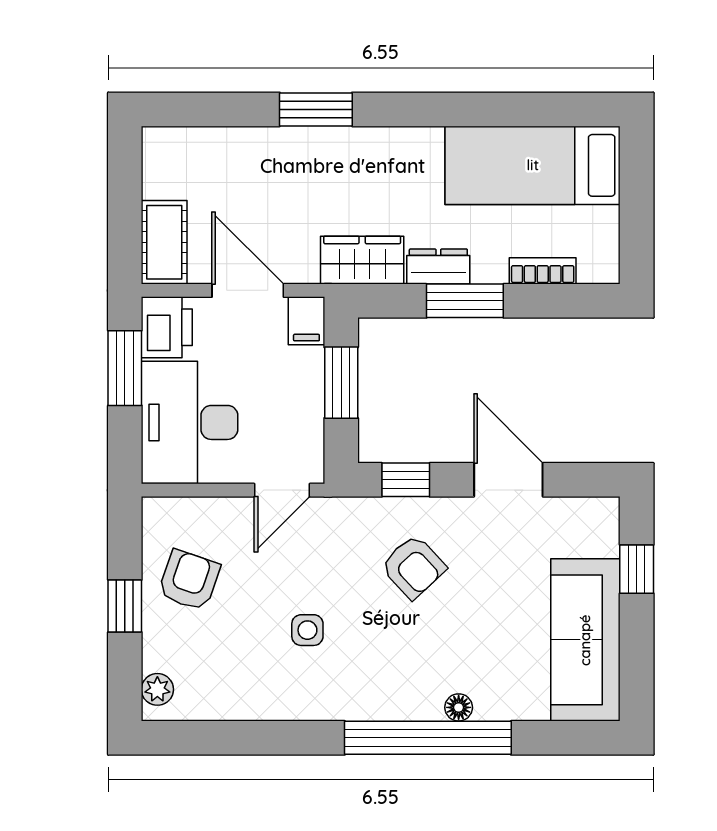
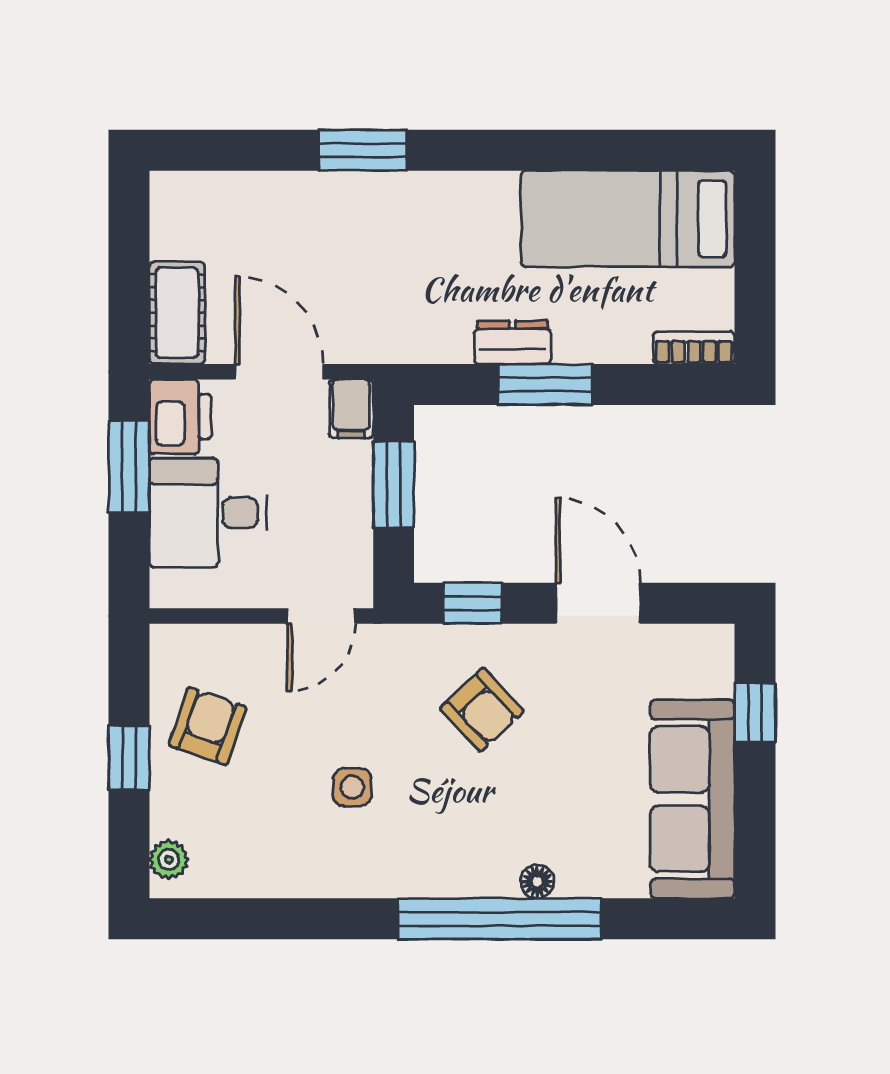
wardrobe: (362, 260) -> (419, 335), removed
bookcase: (543, 271) -> (694, 348), moved
desk: (190, 422) -> (208, 513), width x0.73

